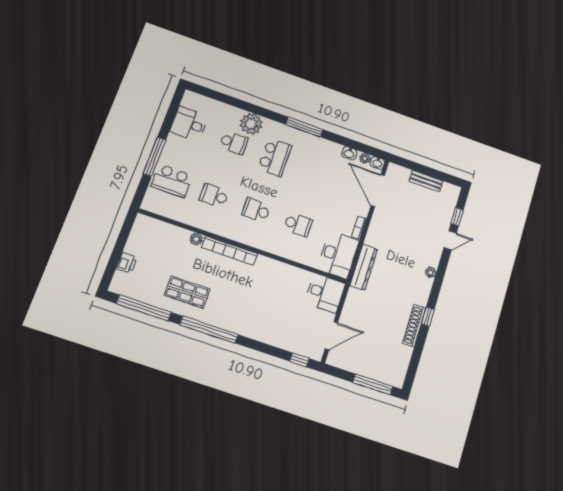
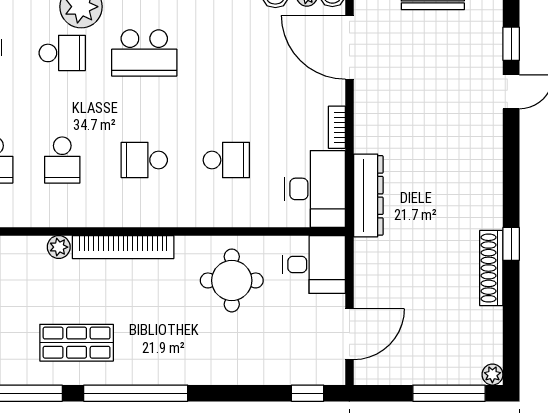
school desk: (275, 157) -> (144, 53), turned 90
school desk: (214, 196) -> (62, 160), turned -90
plant: (431, 272) -> (492, 375), moved
round table: (280, 287) -> (232, 280), added

